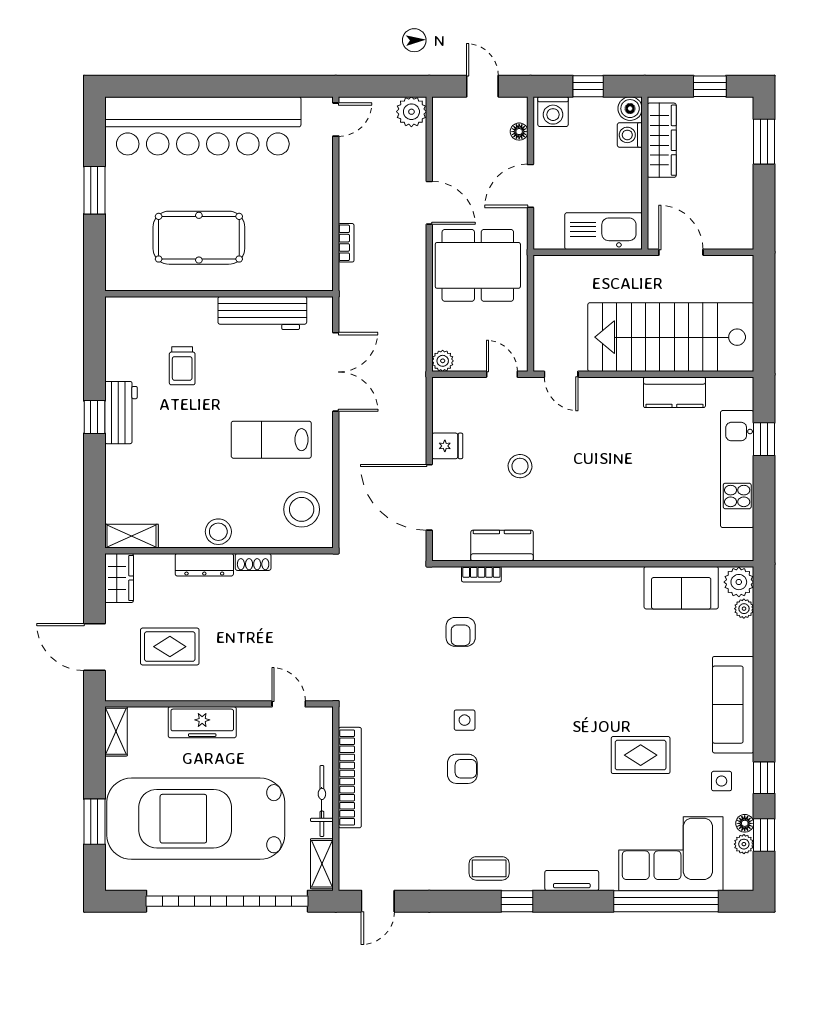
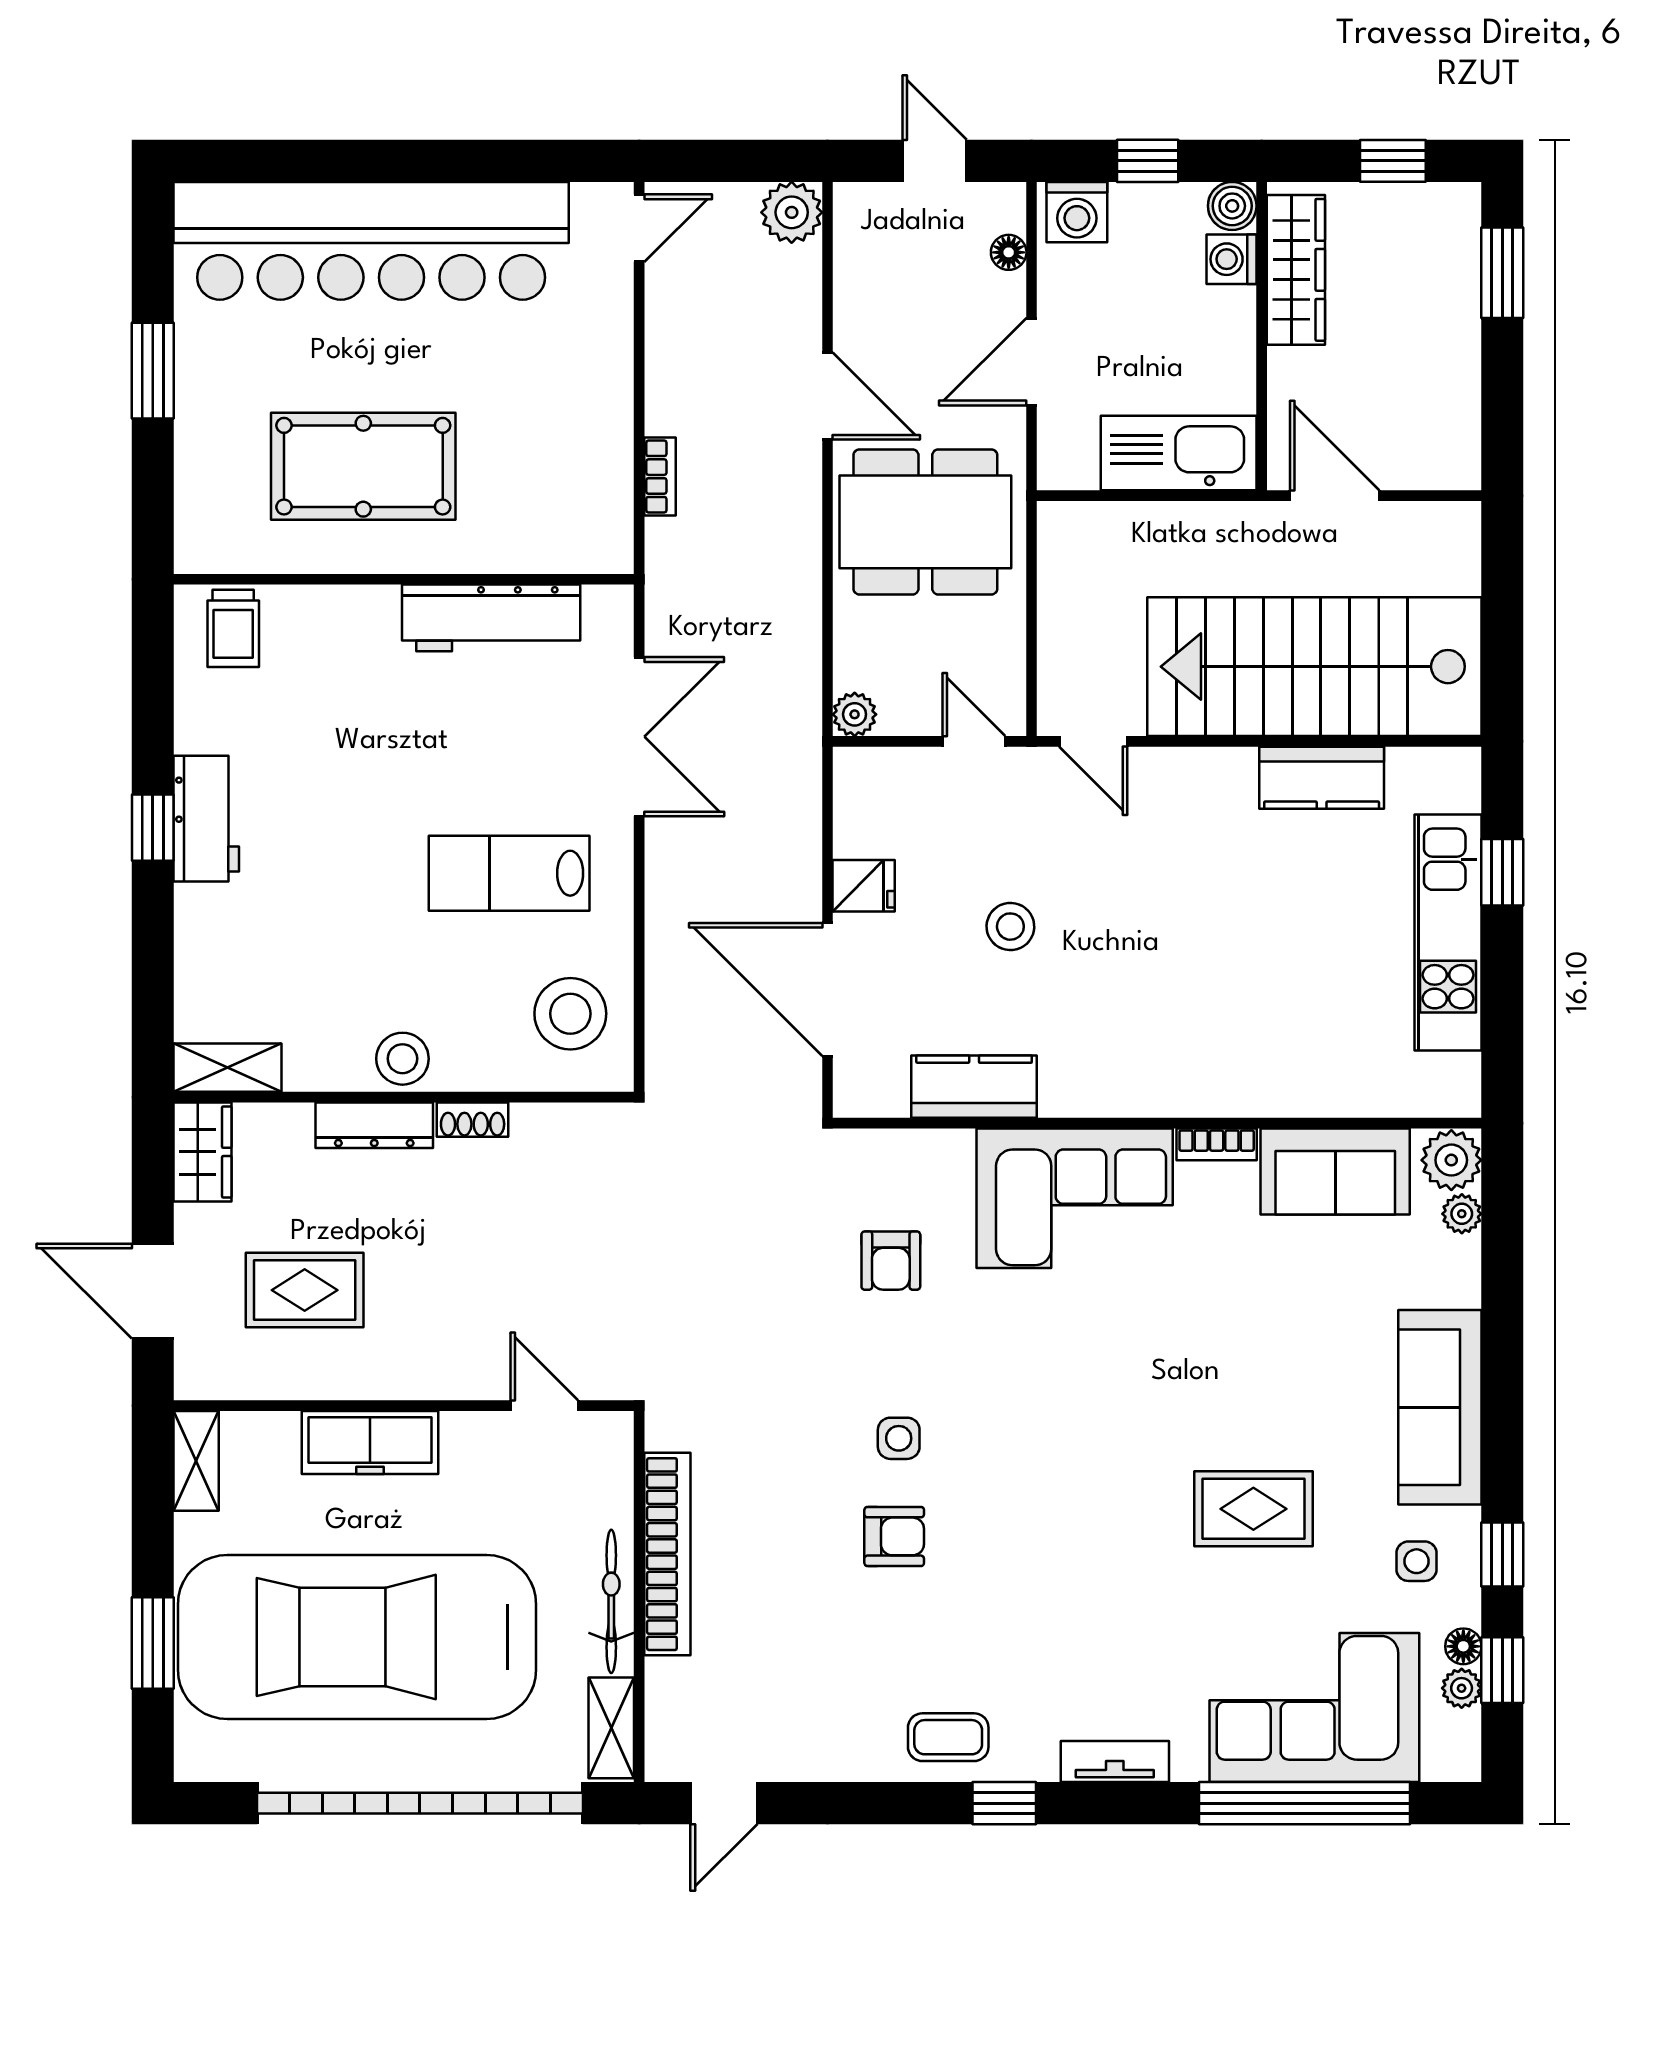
trolley: (182, 366) -> (233, 628), moved
bookcase: (481, 574) -> (1217, 1144), moved
corner sofa: (552, 601) -> (1075, 1198), added

